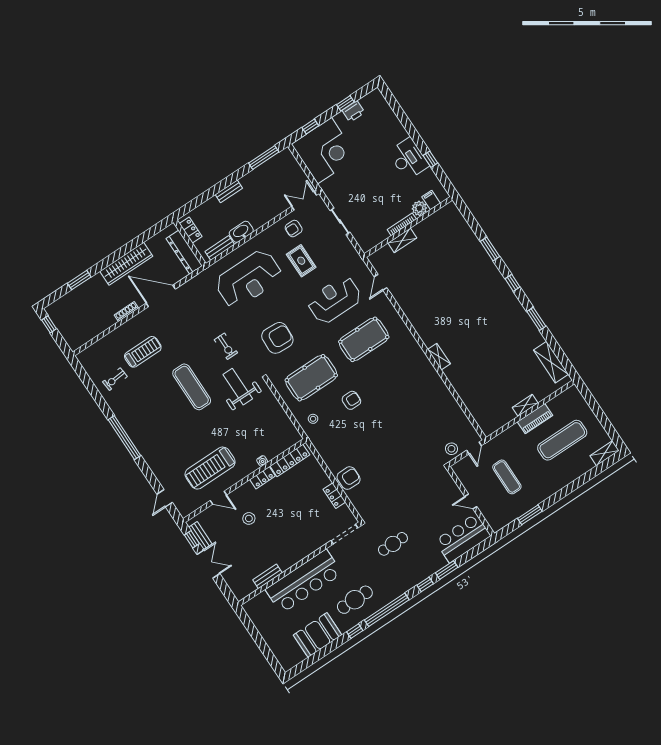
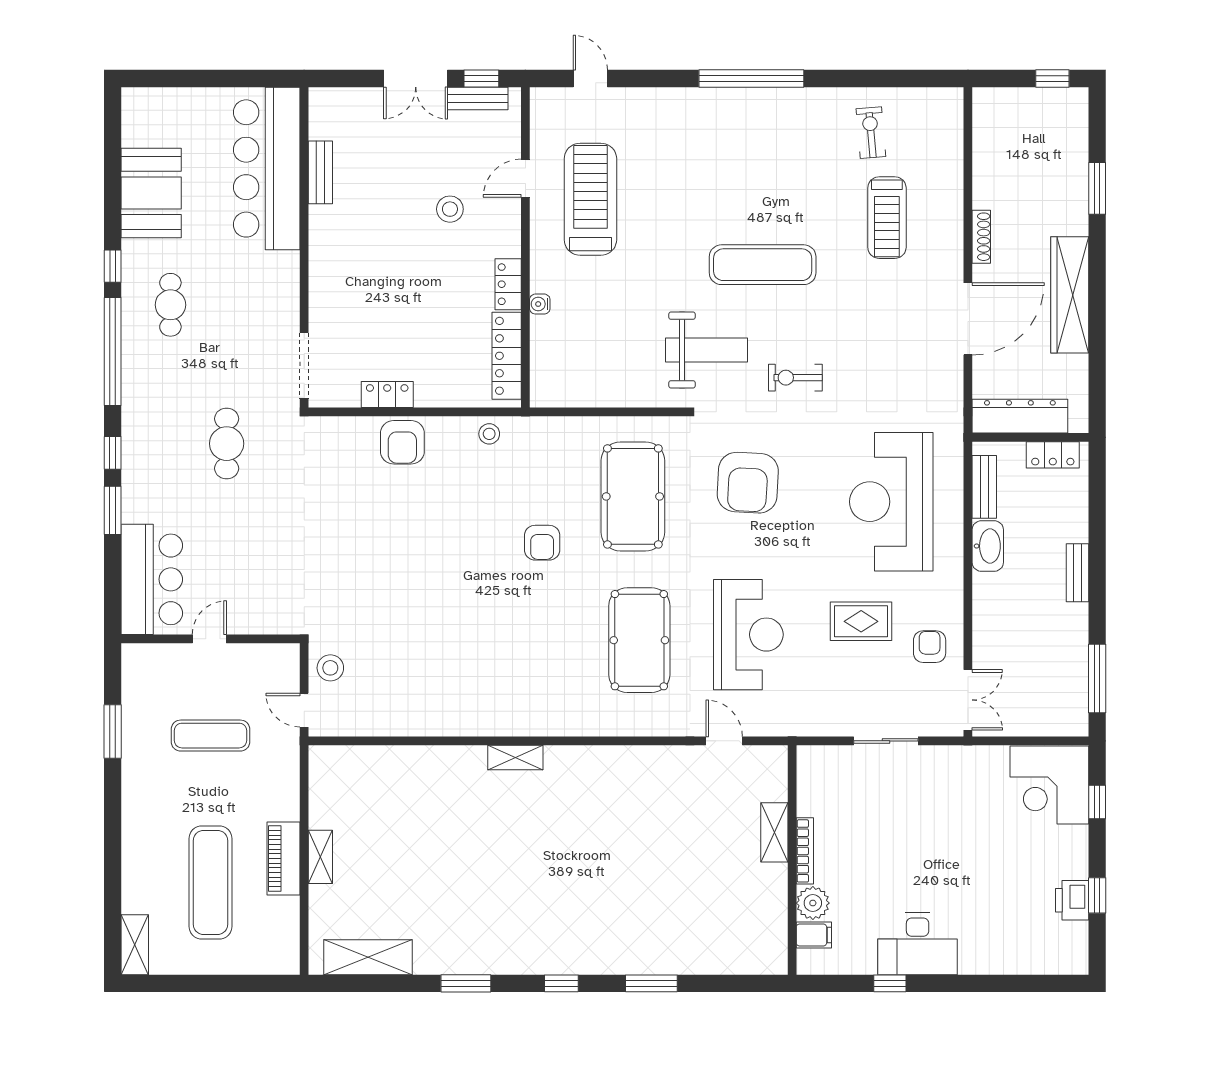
corner desk: (325, 151) -> (1049, 785), width x0.74, depth x0.74
stool: (313, 419) -> (489, 434), moved
bar counter: (304, 581) -> (267, 168), moved
cafe table: (355, 600) -> (170, 305), width x0.73, depth x0.74

